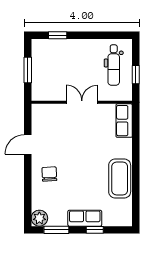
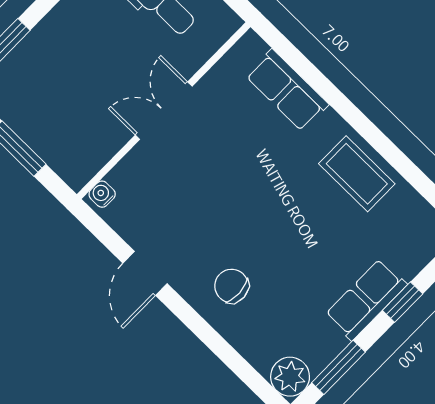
water cooler: (39, 108) -> (102, 194), added
row of seats: (124, 121) -> (287, 90), moved
coffee table: (120, 178) -> (357, 174), width x0.73, depth x0.76

